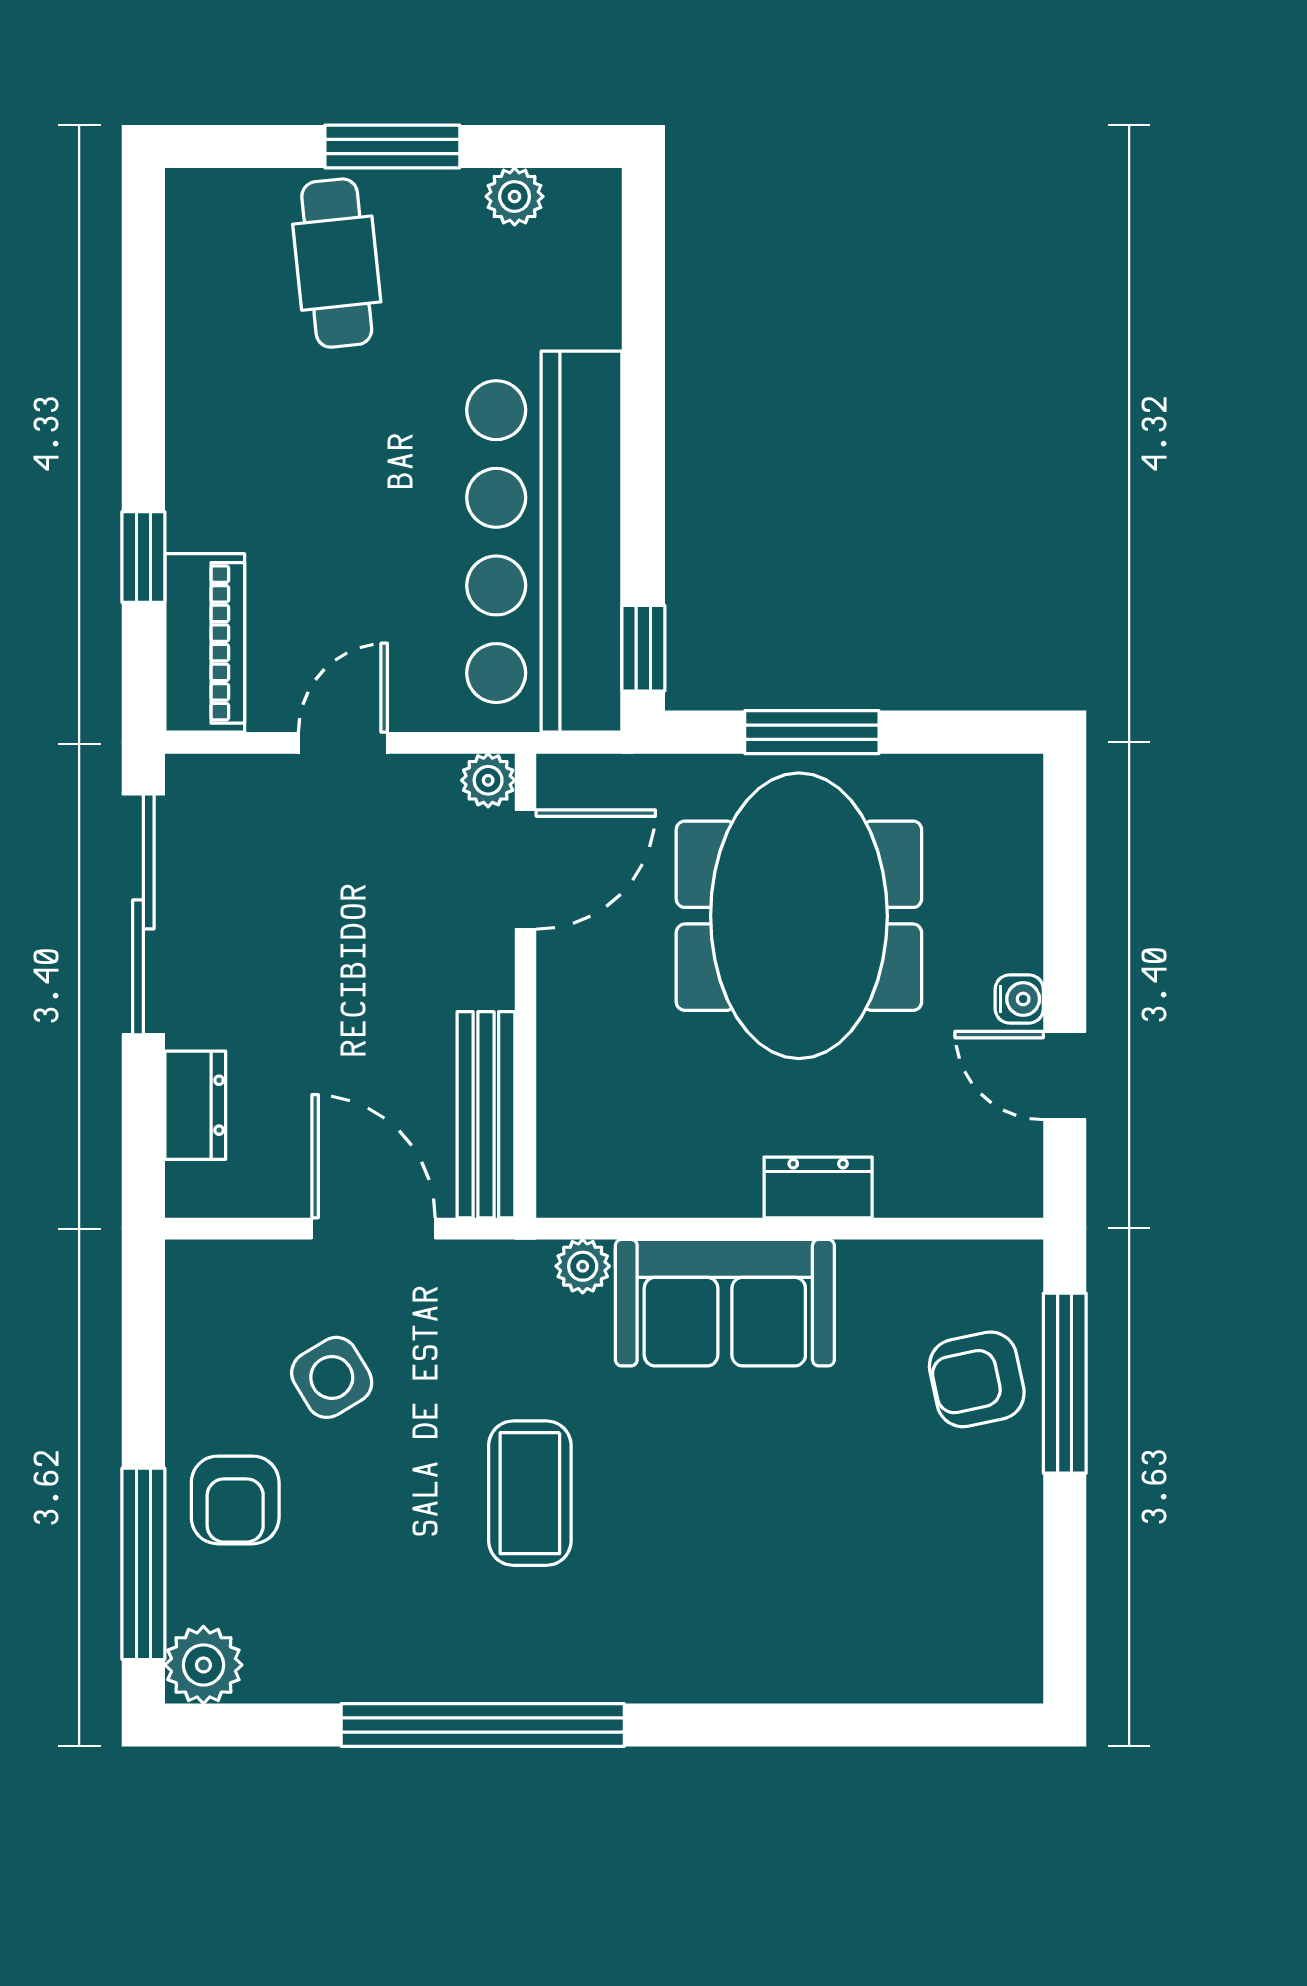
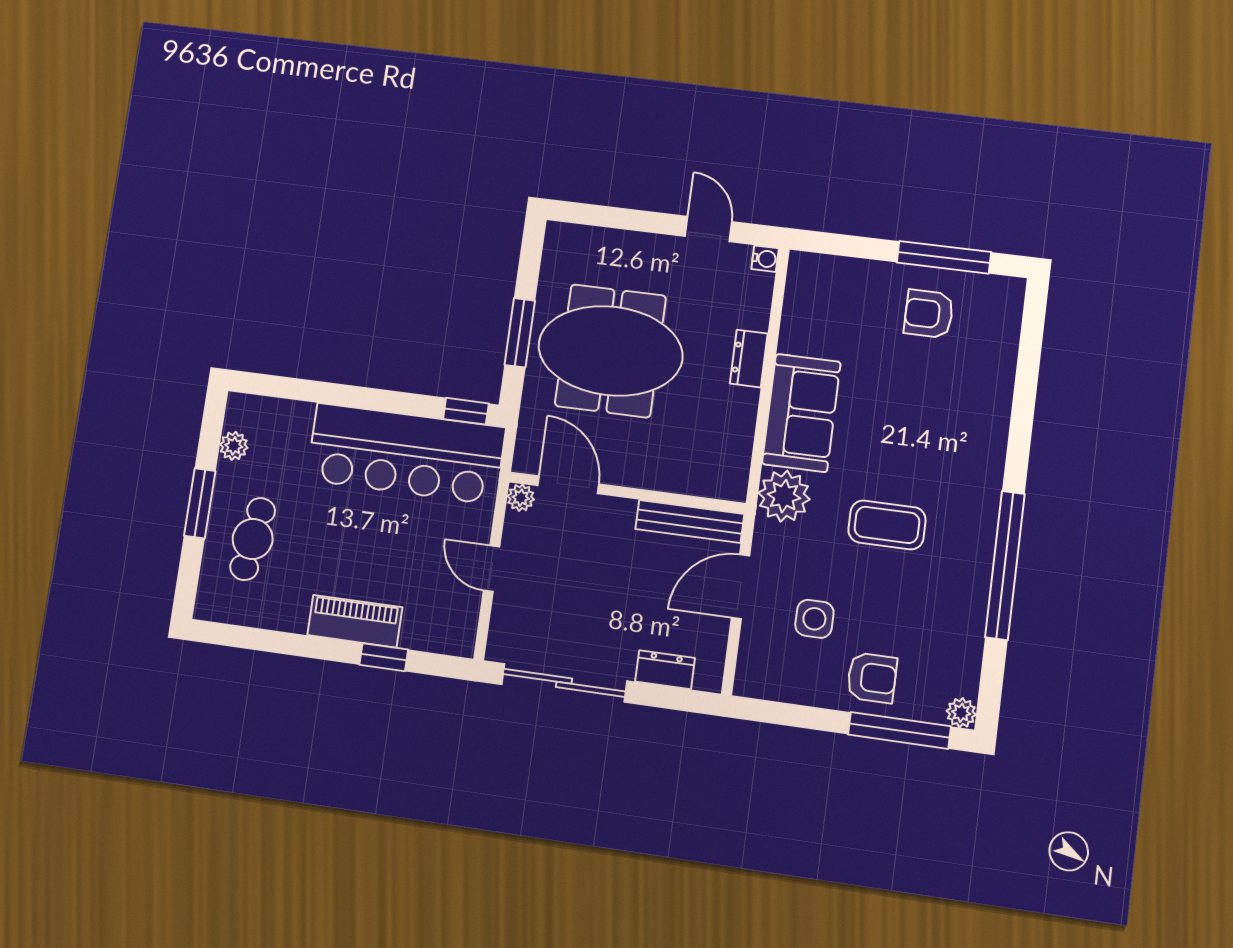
cafe table: (337, 263) -> (253, 539), turned -76
piano: (205, 643) -> (355, 621), moved
water cooler: (1019, 999) -> (765, 259), moved, turned 90
door: (1065, 1076) -> (708, 229), swing flipped
plant: (583, 1266) -> (784, 496), width x1.87, depth x1.87
side table: (332, 1377) -> (814, 619), turned 31
armchair: (977, 1379) -> (929, 314), moved, turned 102
window: (1065, 1383) -> (944, 257), moved
plant: (203, 1665) -> (961, 713), width x0.73, depth x0.73

